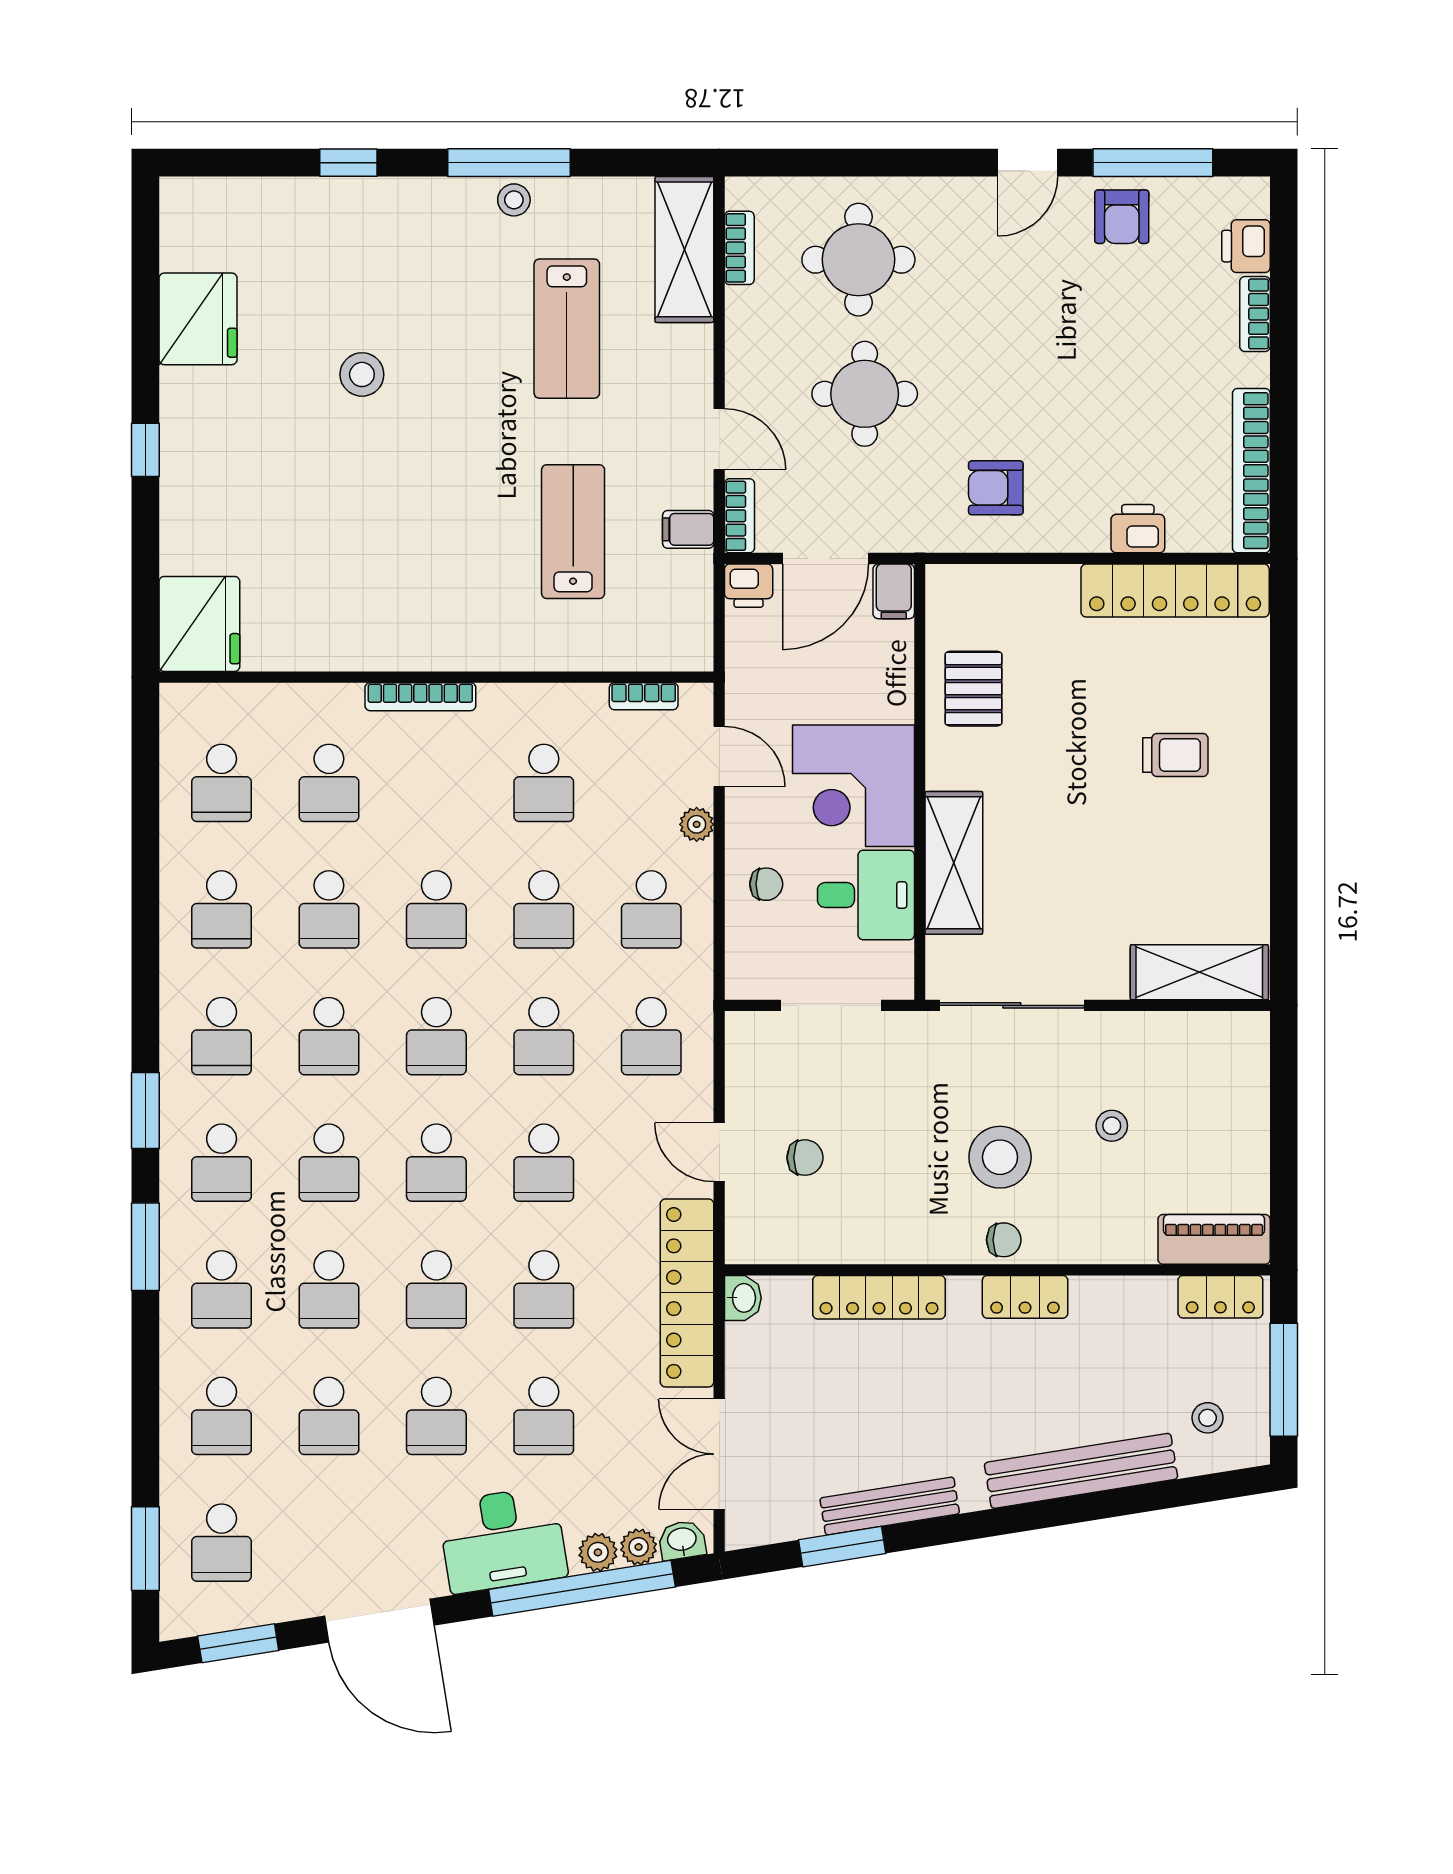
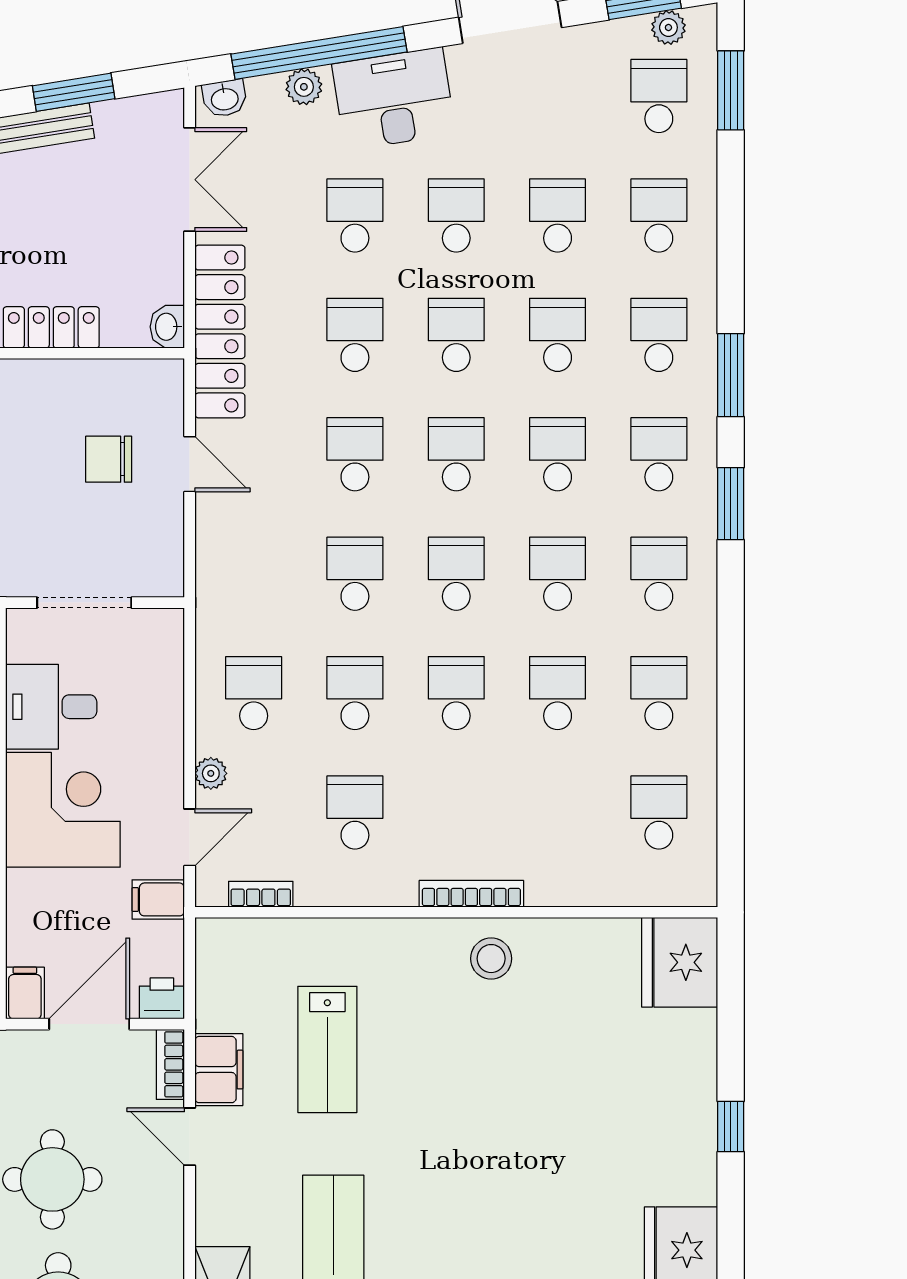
stool: (362, 374) -> (491, 959), moved
filing cabinet: (688, 529) -> (219, 1070), width x2.00
filing cabinet: (752, 691) -> (158, 899), added
door: (719, 756) -> (190, 837), swing flipped
school desk: (329, 783) -> (558, 813), removed
chair: (766, 884) -> (145, 717), removed
school desk: (651, 1036) -> (254, 574), removed
chair: (805, 1158) -> (109, 459), width x1.37, depth x1.37
plant: (639, 1547) -> (668, 27), moved

